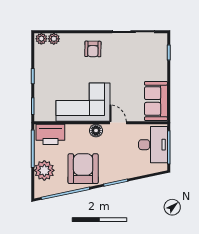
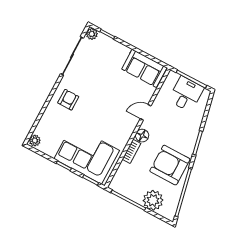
plant: (54, 39) -> (92, 34), moved
armchair: (93, 49) -> (68, 100), turned -91
corner sofa: (83, 102) -> (87, 155), moved, turned 90
bookcase: (77, 129) -> (131, 151), added
printer: (50, 134) -> (124, 178), removed
desk: (153, 145) -> (186, 94), width x0.73

